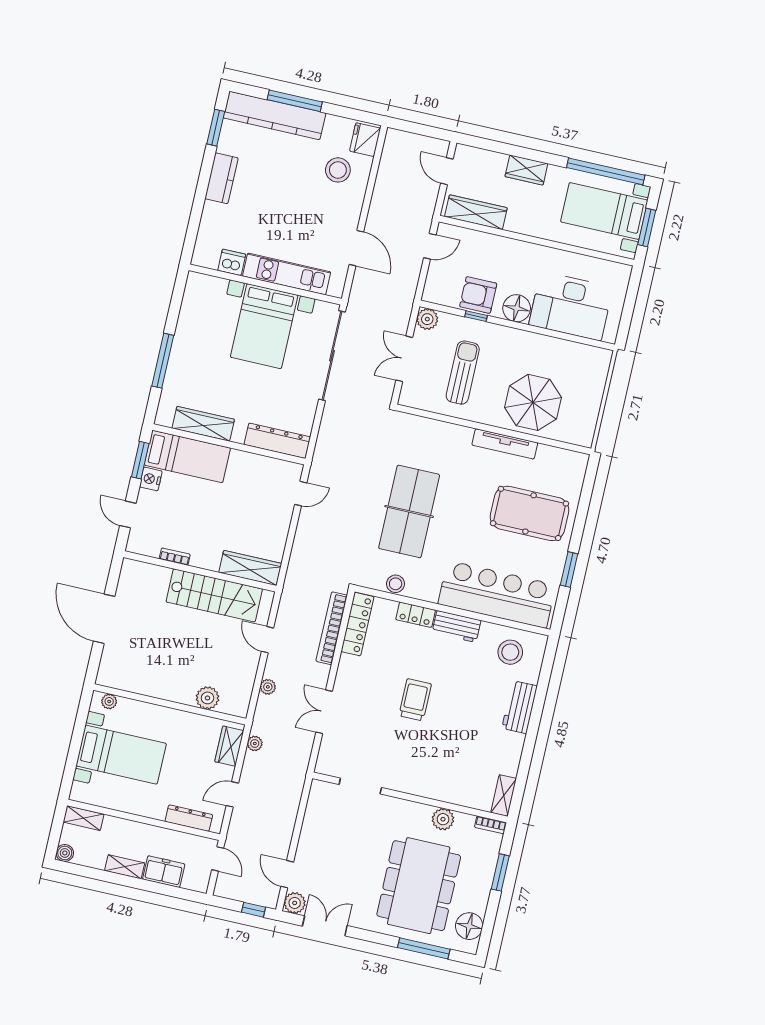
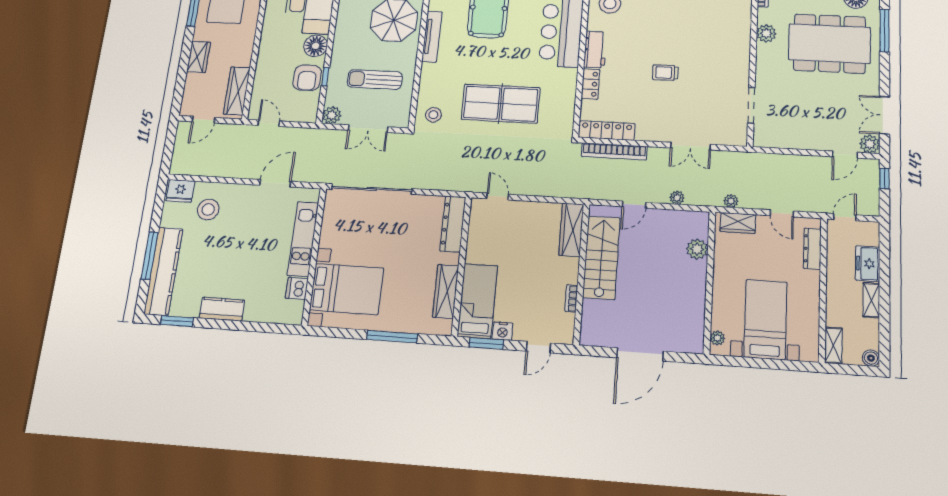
bed with nightstands: (264, 326) -> (347, 289), moved
stool: (396, 584) -> (433, 115), moved
trolley: (415, 700) -> (665, 73), width x0.73, depth x0.72

